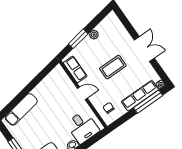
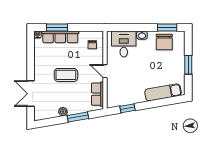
double door: (144, 49) -> (31, 94), moved
window: (42, 75) -> (127, 108), added
window: (148, 102) -> (57, 28), width x0.69

